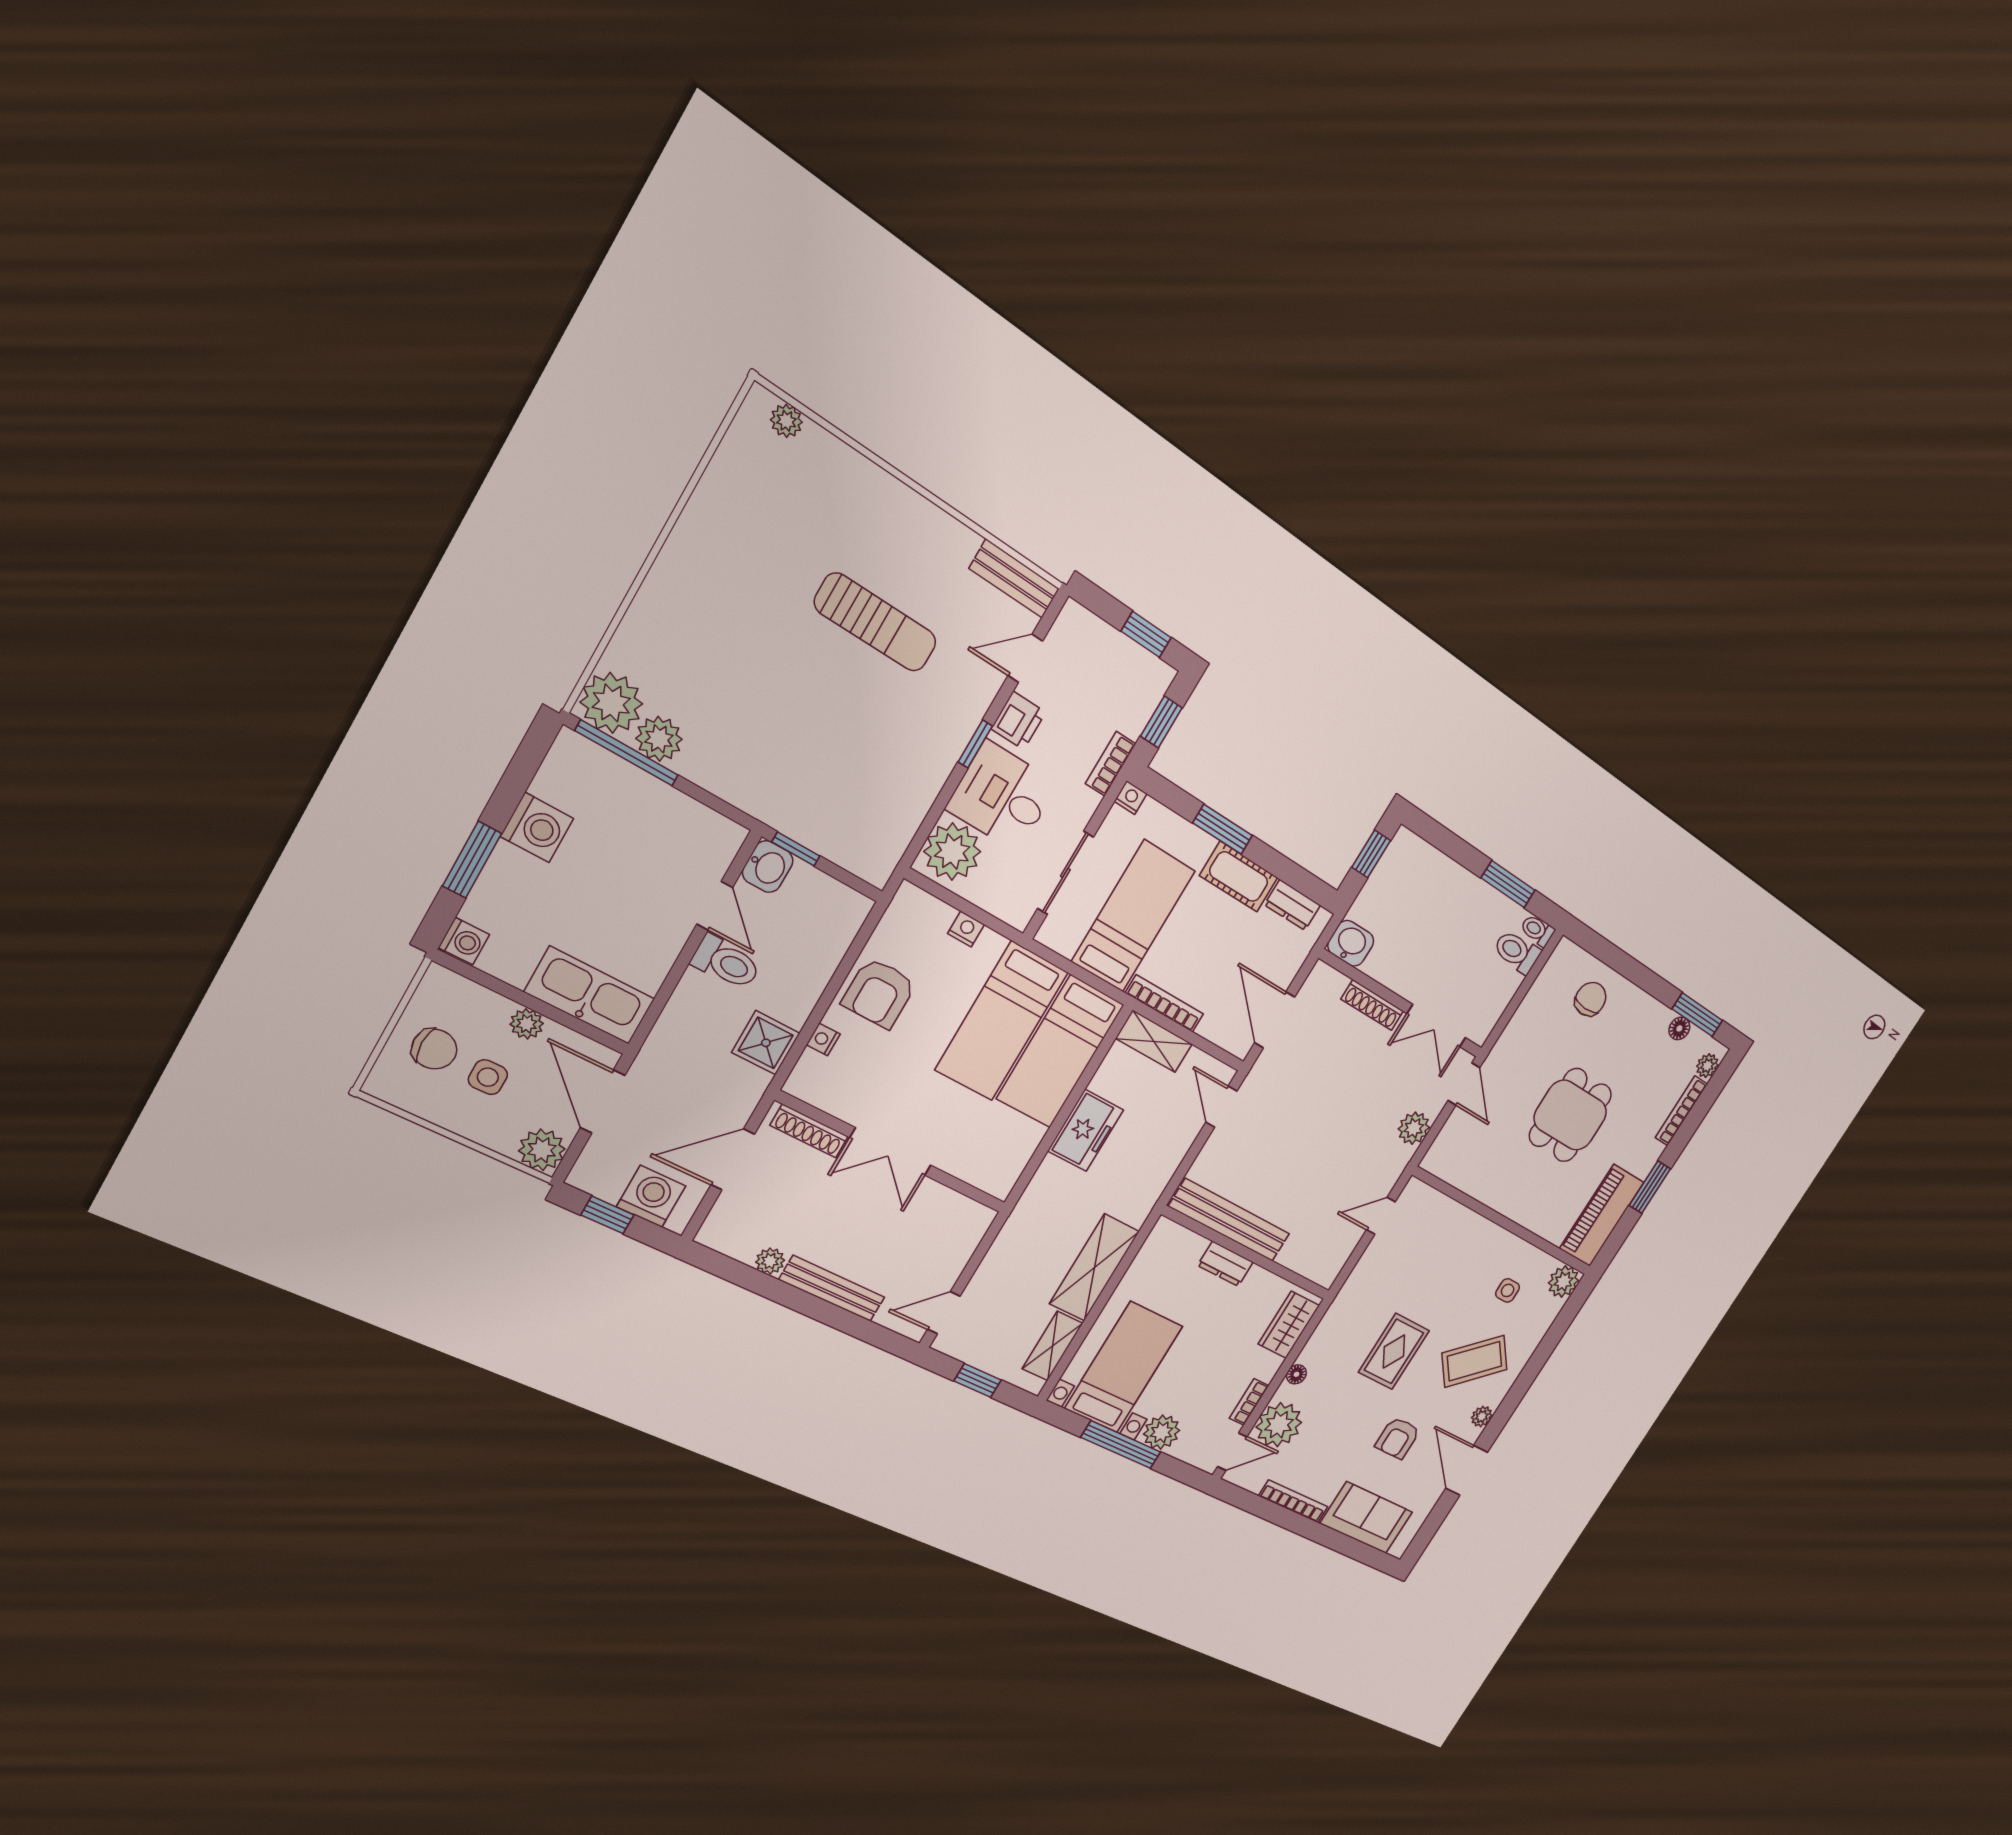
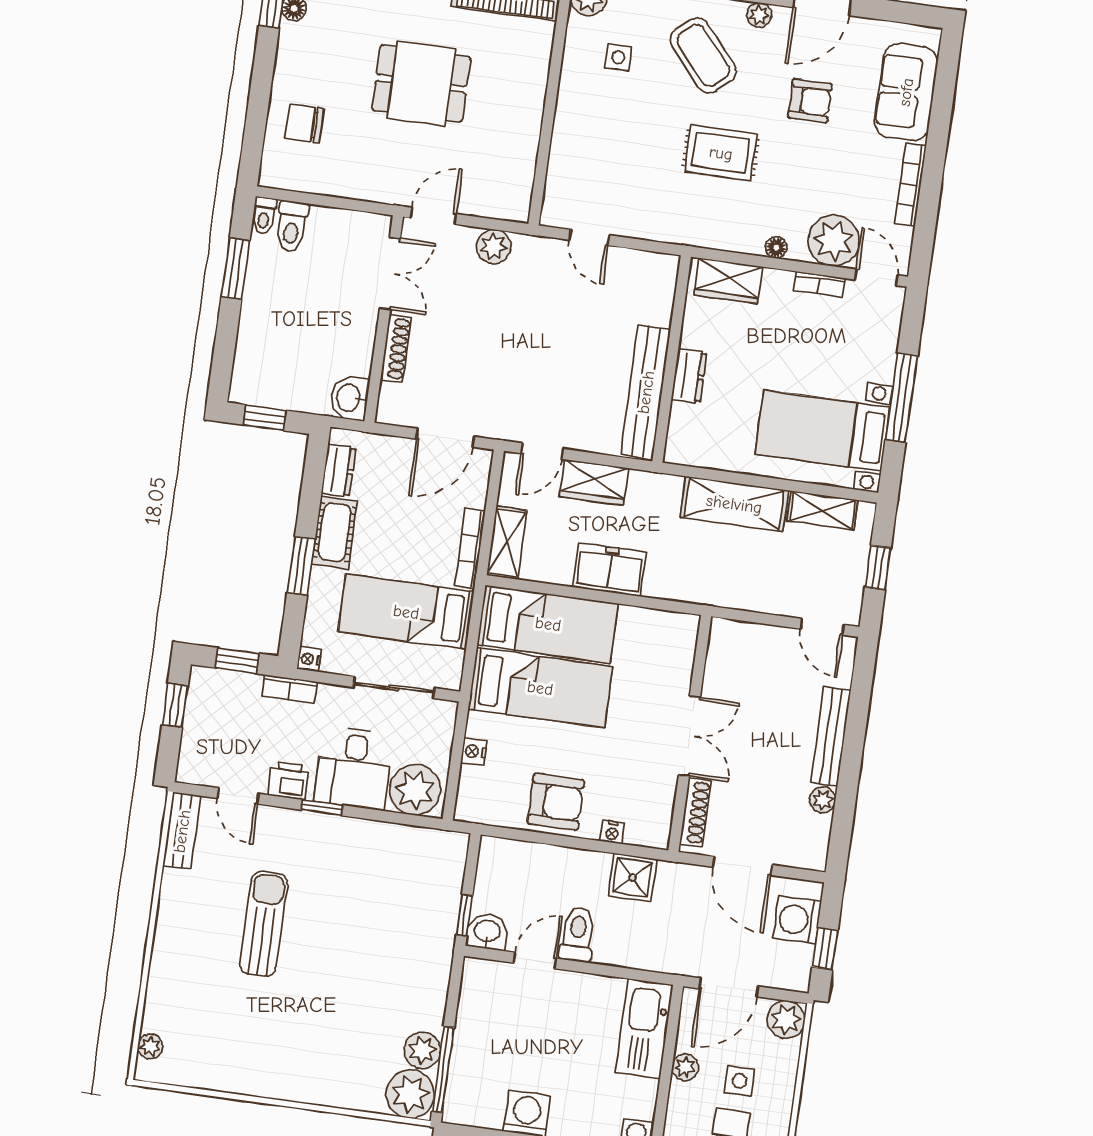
wardrobe: (1172, 1144) -> (594, 482), added
plant: (1162, 1432) -> (877, 362), removed

